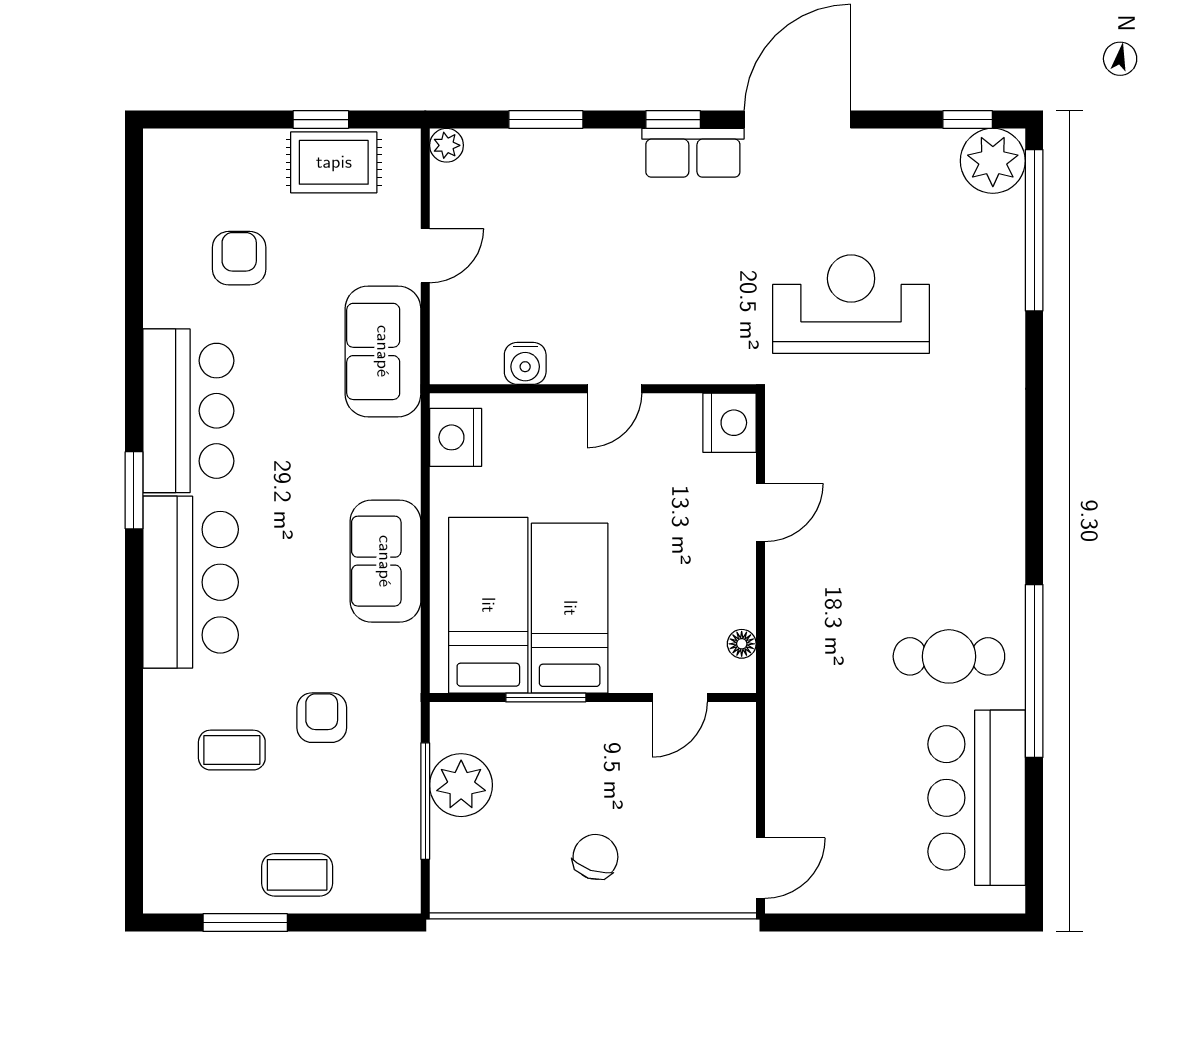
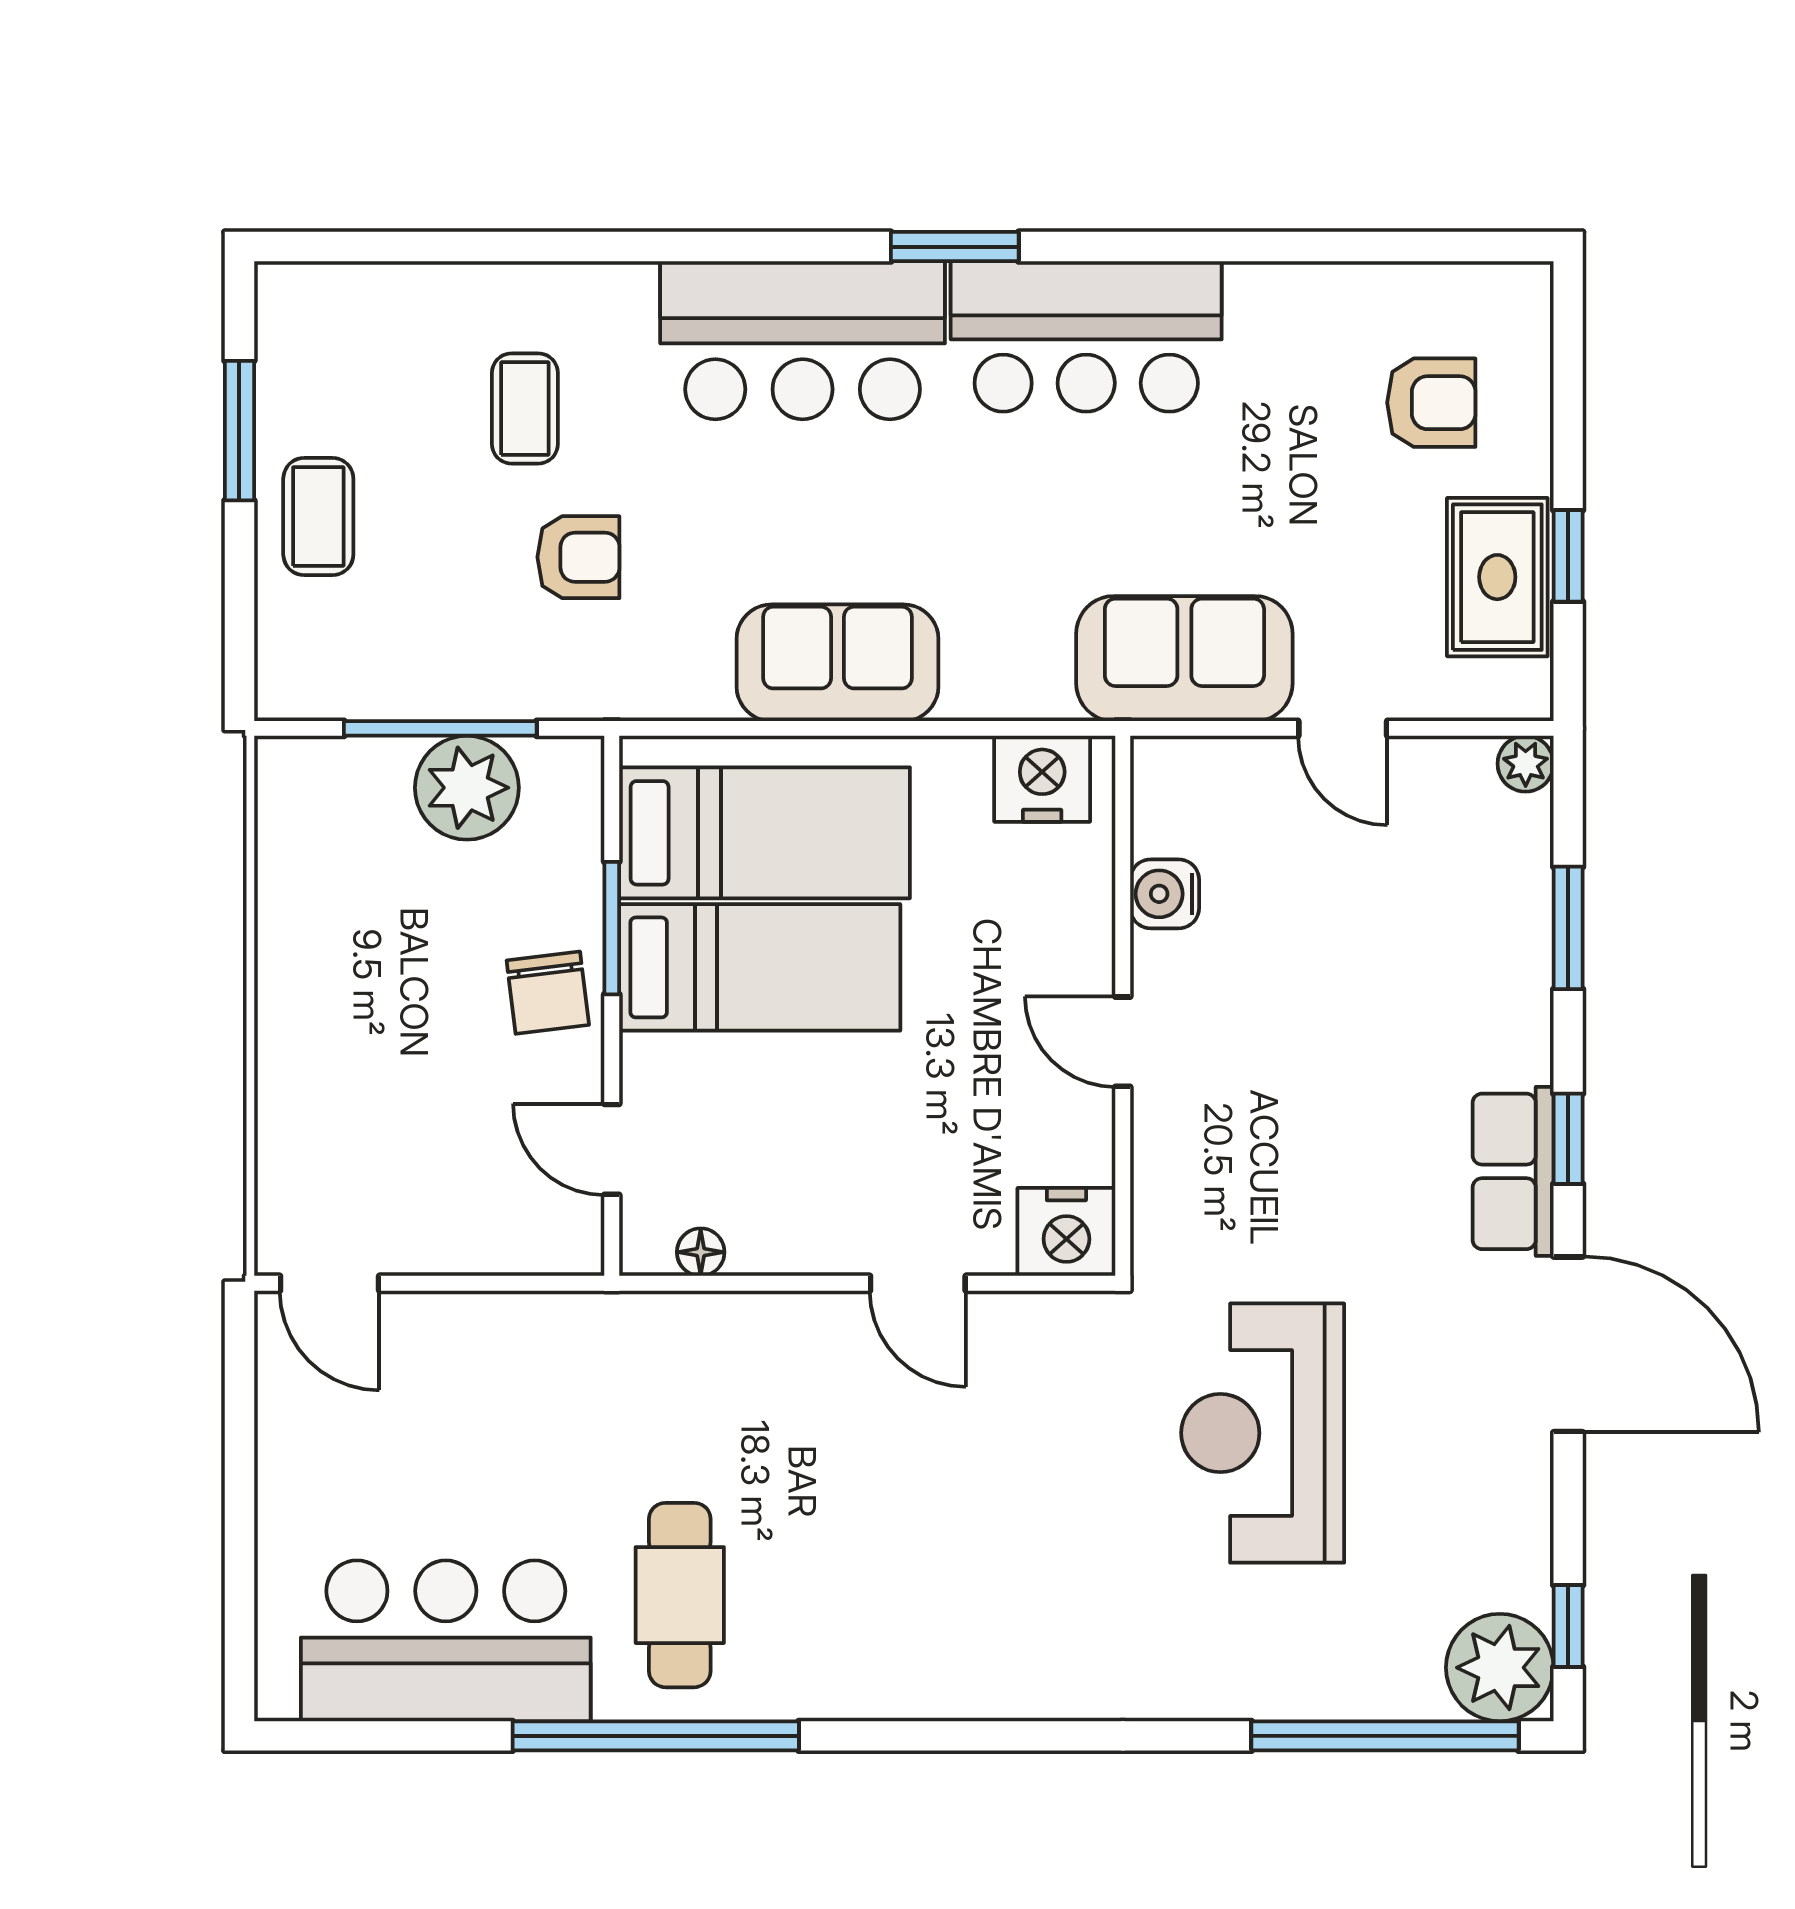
armchair: (239, 258) -> (1431, 403), moved
reception desk: (851, 304) -> (1263, 1433), turned 180
chair: (595, 857) -> (548, 993), moved, turned 64

